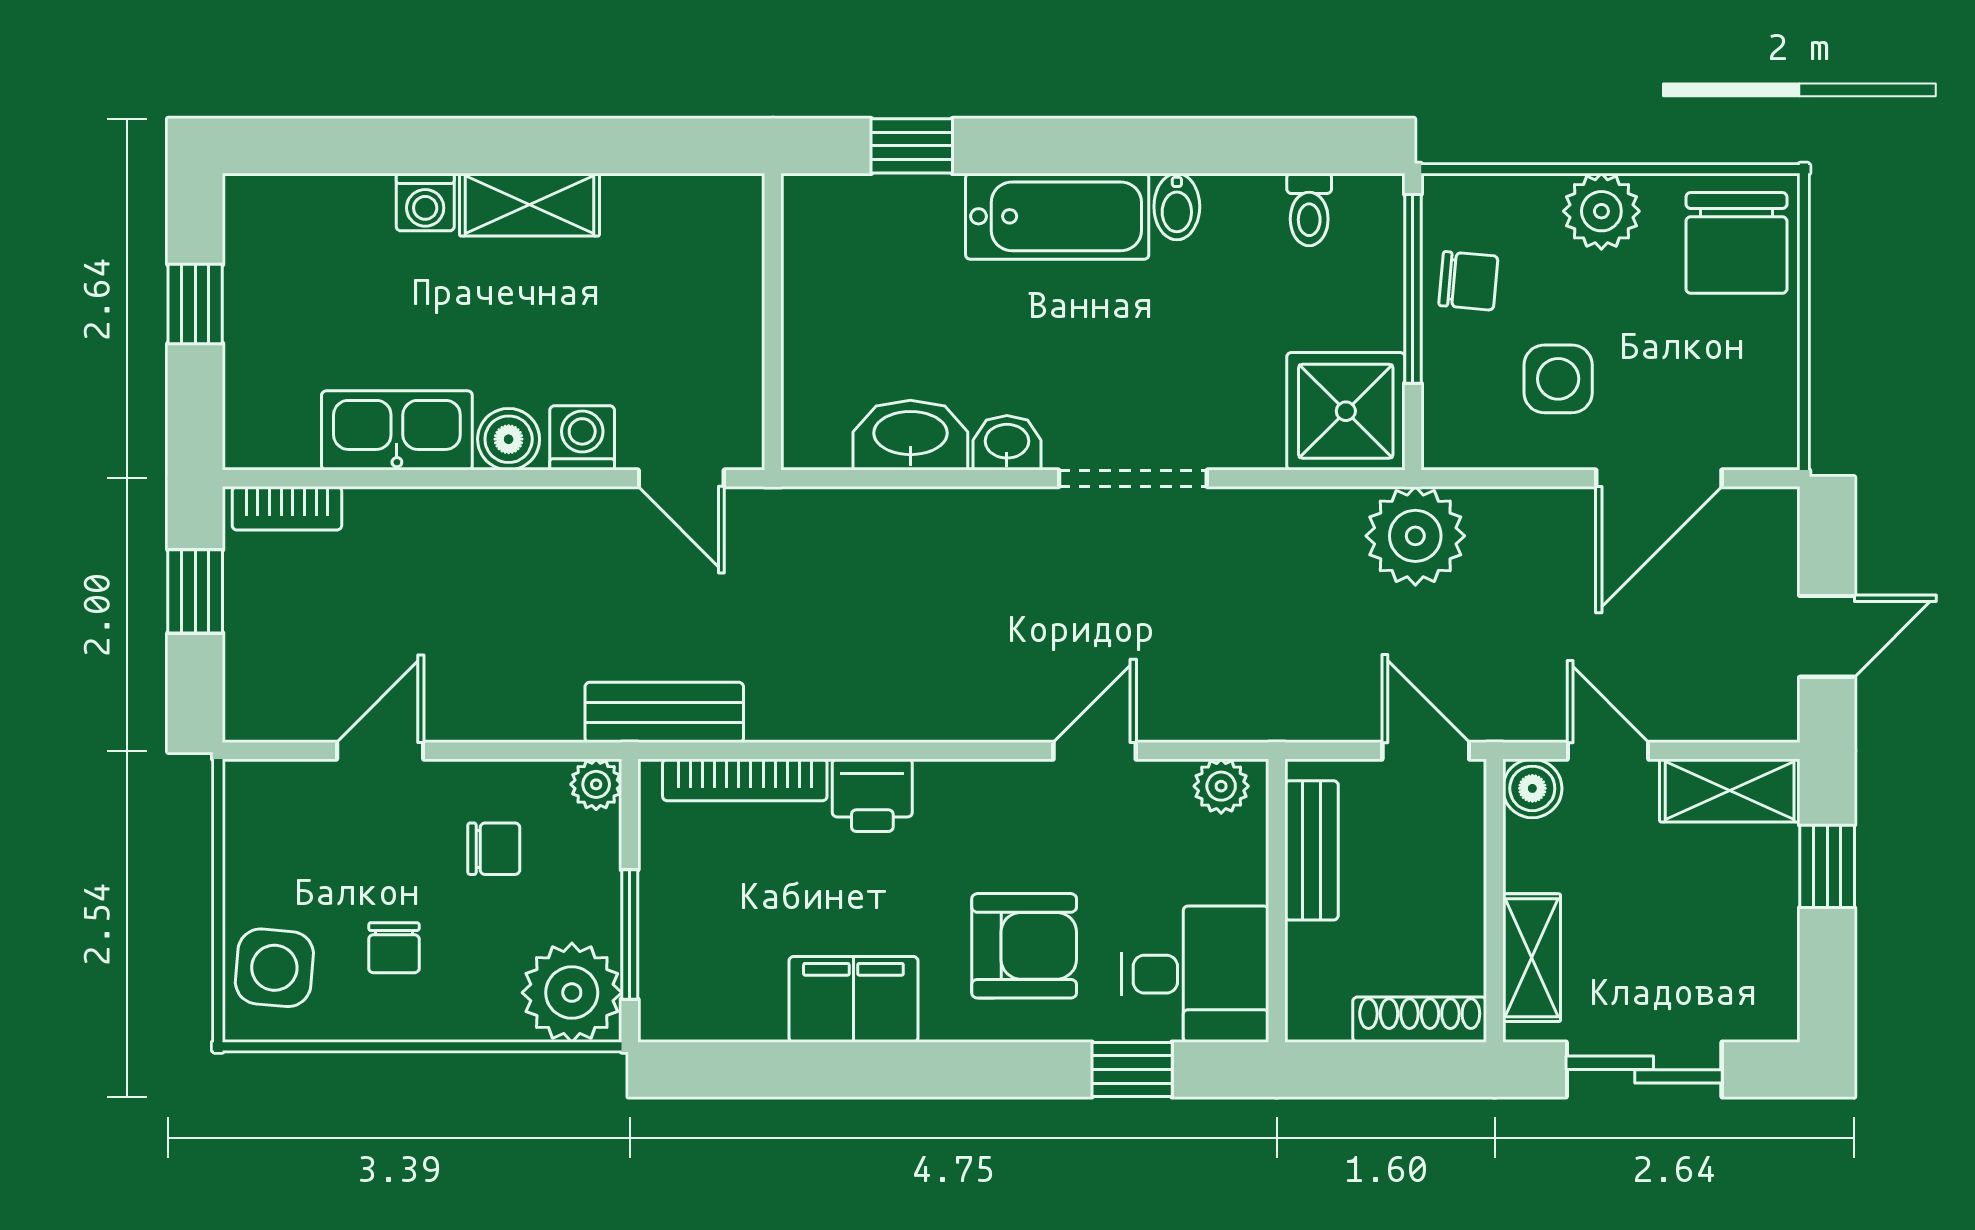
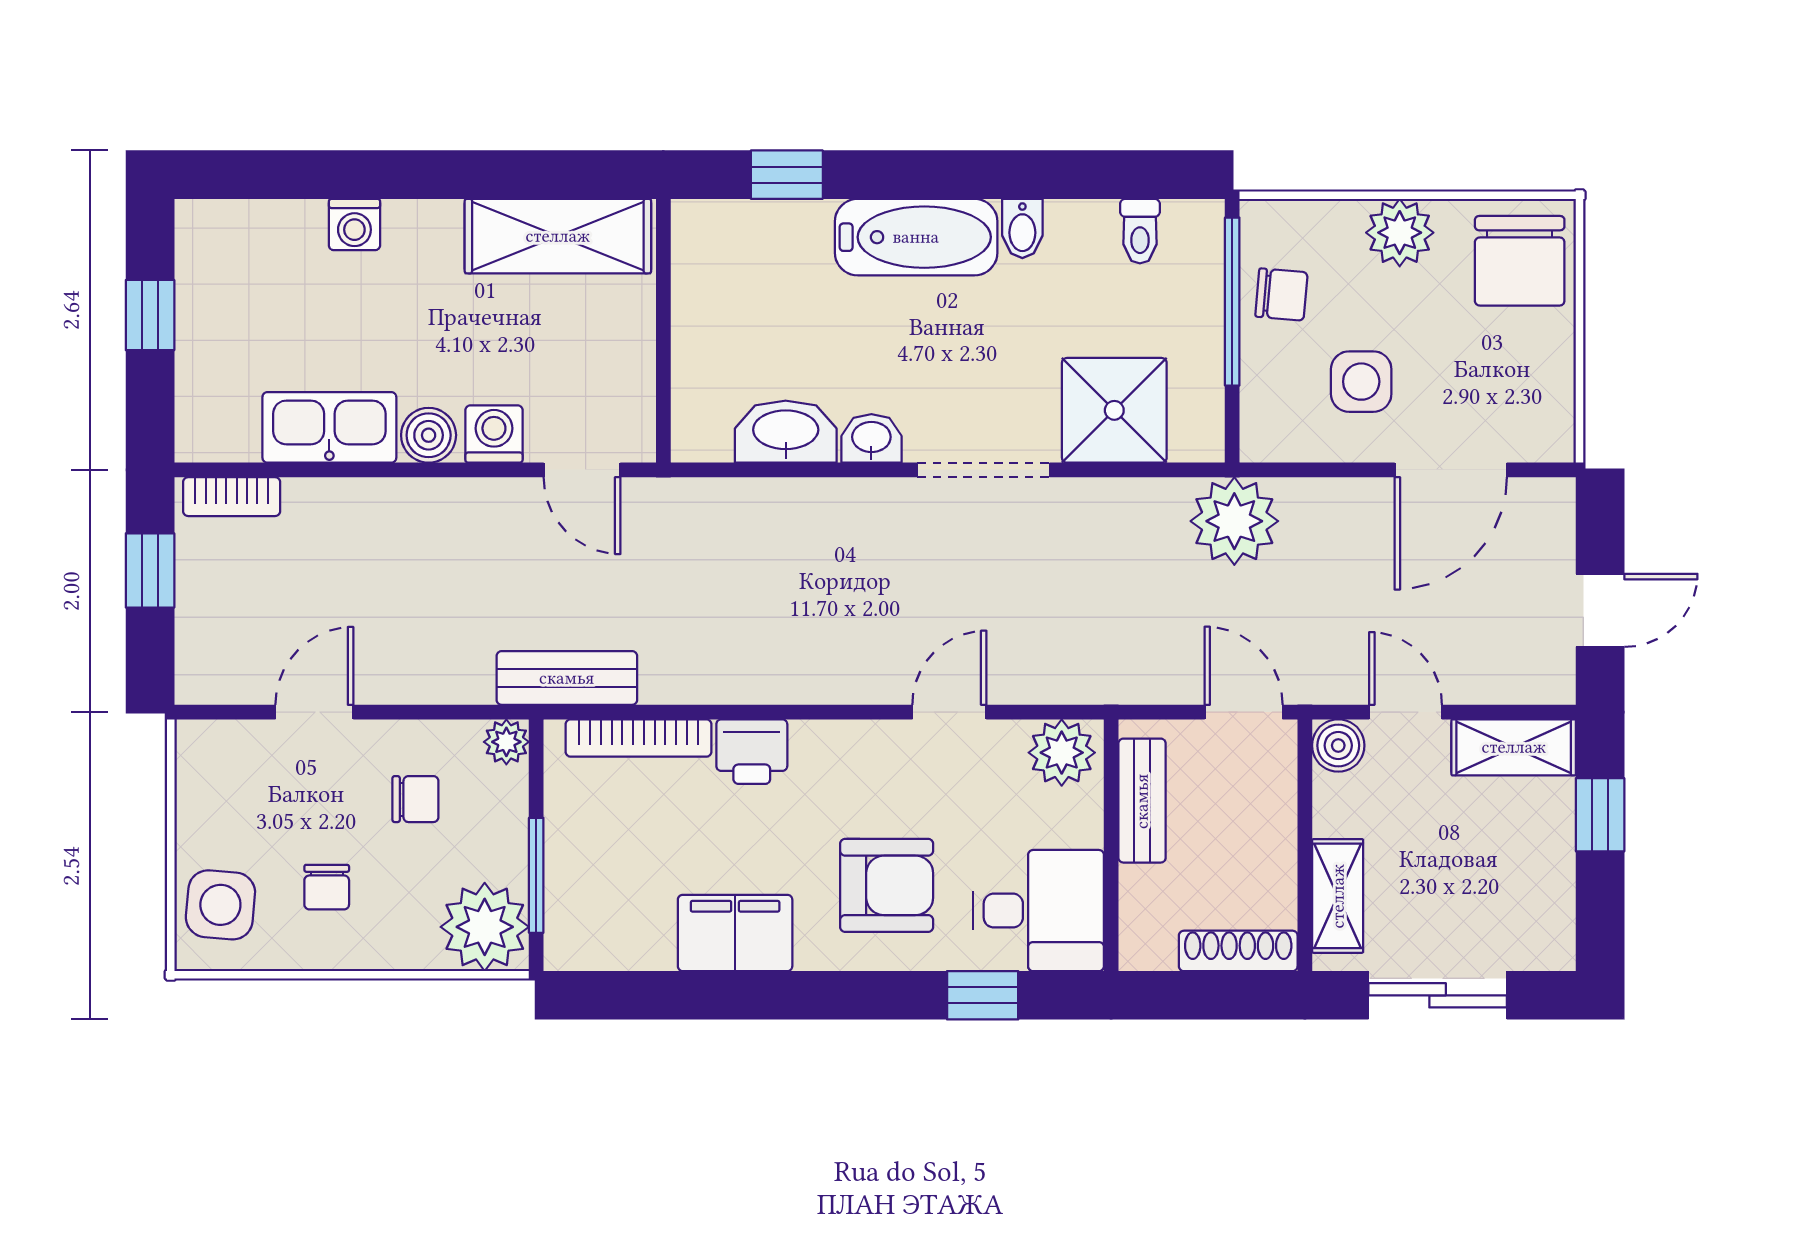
shelving: (529, 205) -> (558, 236), moved, width x1.50, depth x1.33
shower: (1346, 411) -> (1114, 410), moved
plant: (1221, 786) -> (1062, 753), width x1.38, depth x1.38

